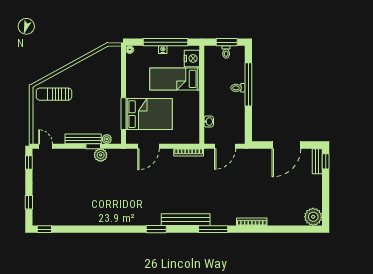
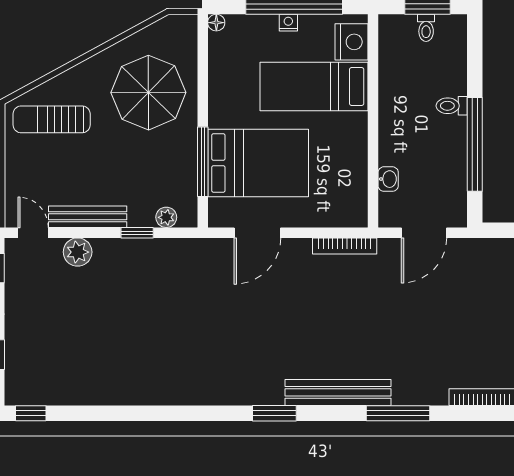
parasol: (98, 82) -> (148, 93), added
window: (248, 84) -> (475, 144), moved
bench: (83, 139) -> (88, 217), moved
plant: (101, 155) -> (78, 252), moved

